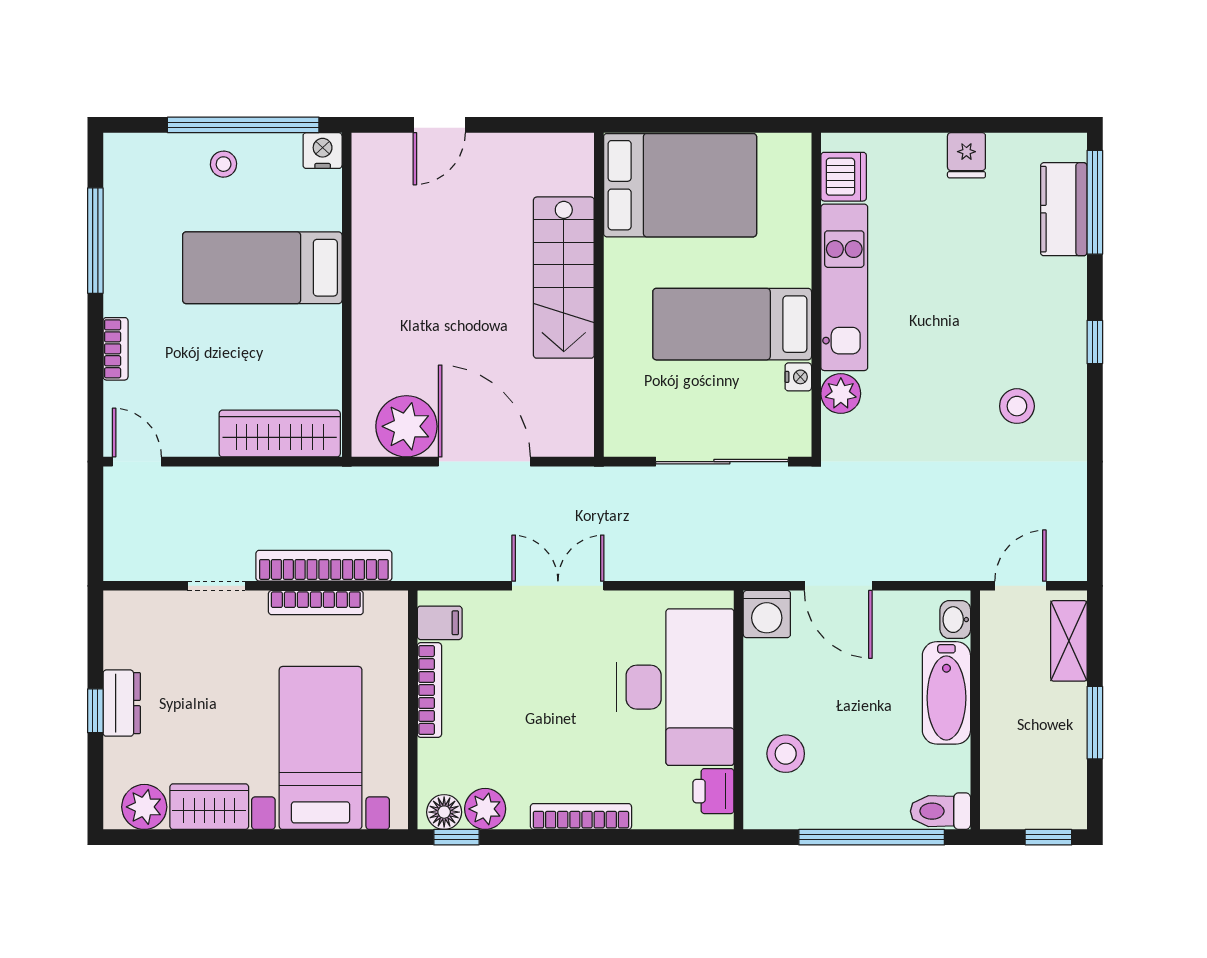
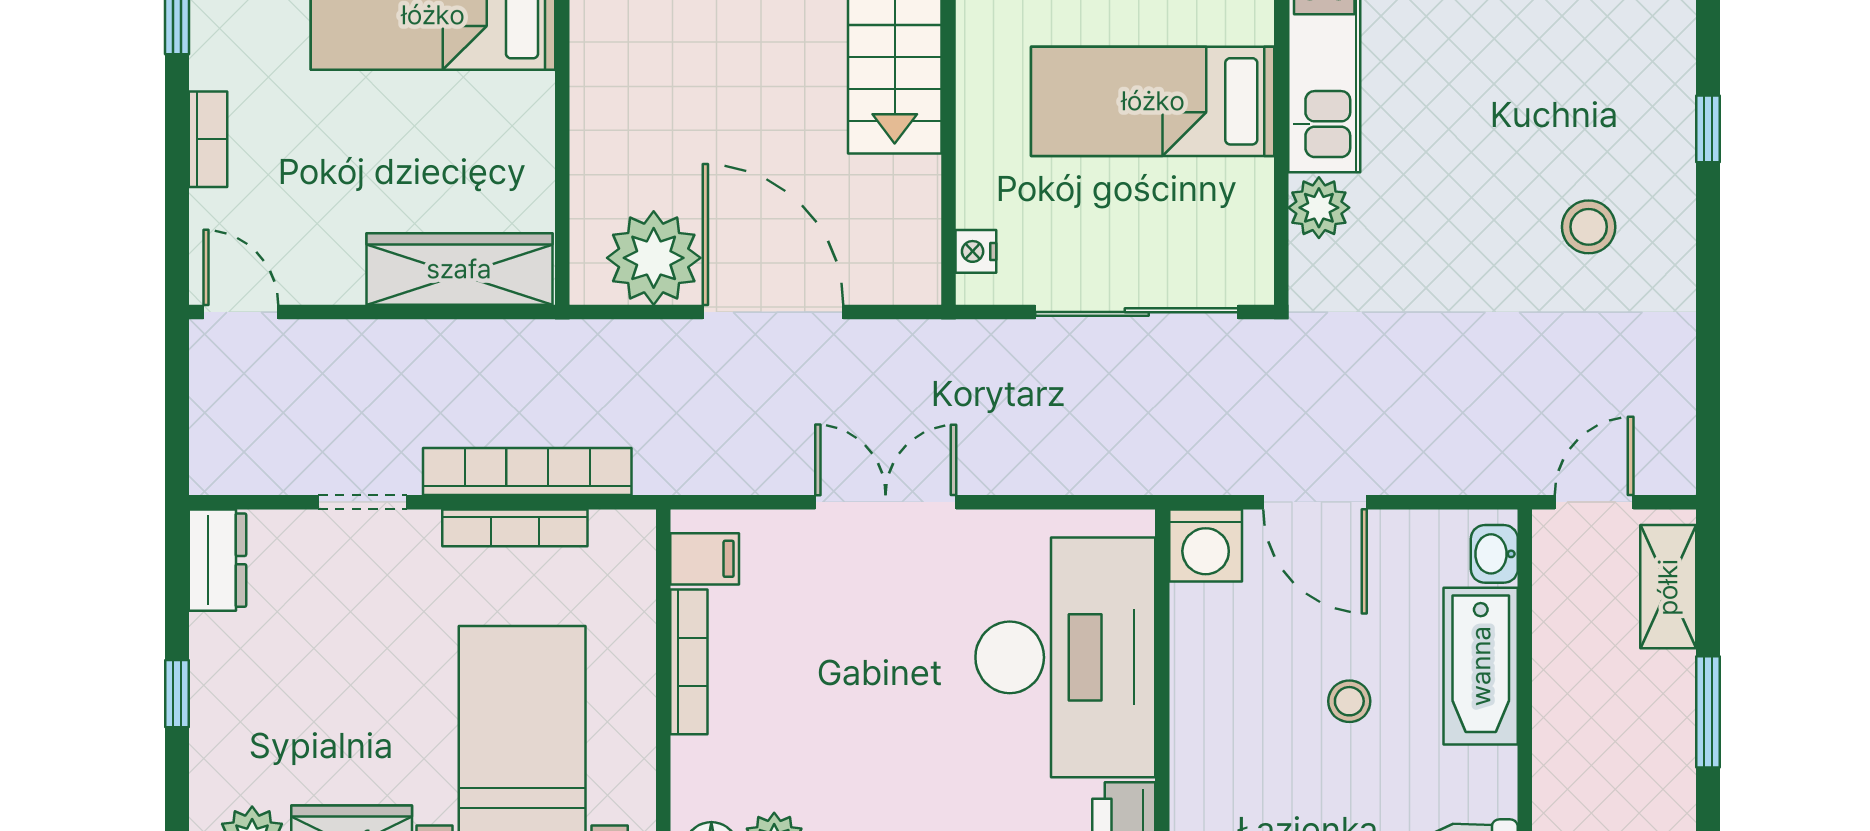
nightstand: (798, 377) -> (976, 251), moved, turned 180
dresser: (122, 703) -> (217, 560), moved
stool: (786, 754) -> (1349, 701), moved, width x0.73, depth x0.73

